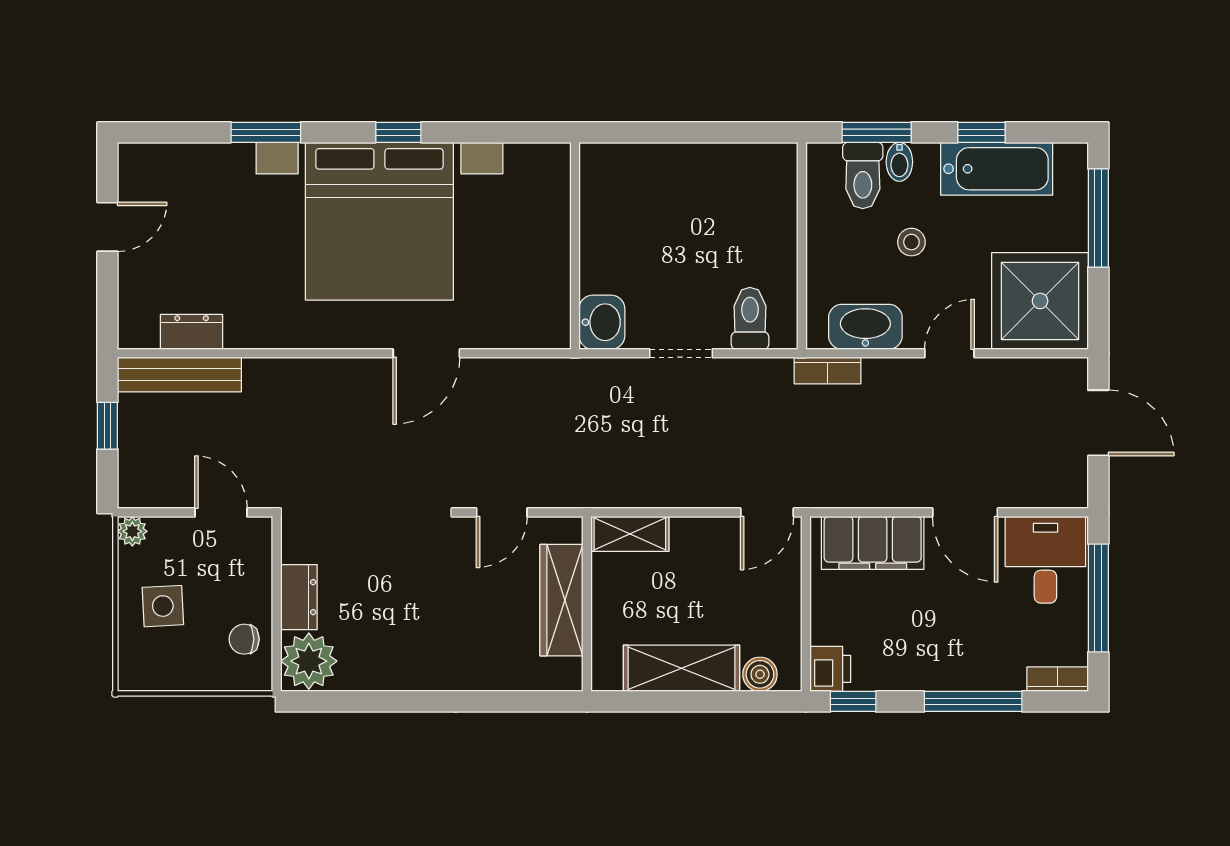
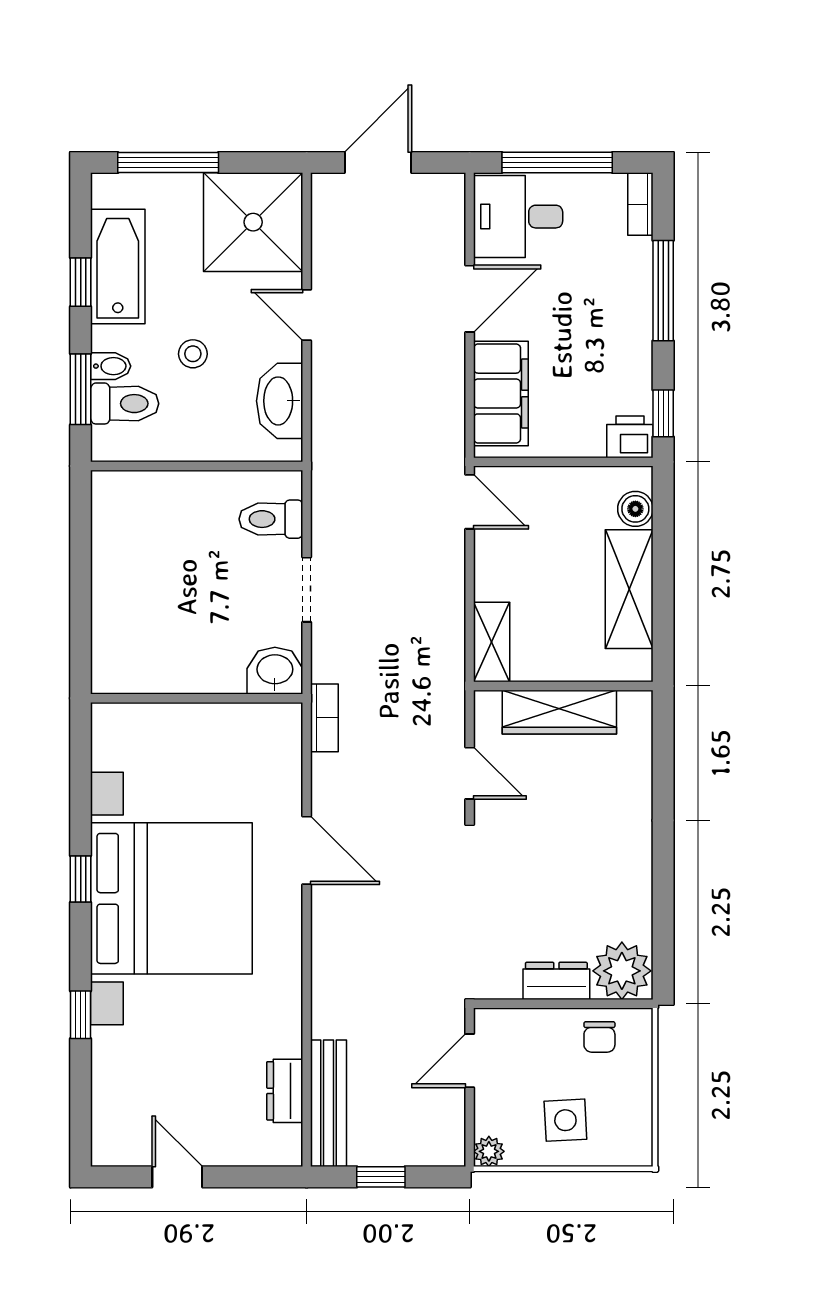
window: (266, 132) -> (81, 1015), width x0.67
bookcase: (828, 371) -> (324, 718), moved

